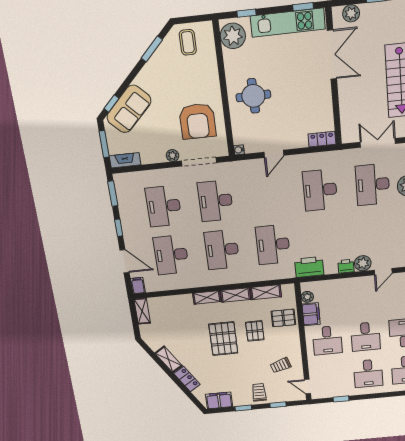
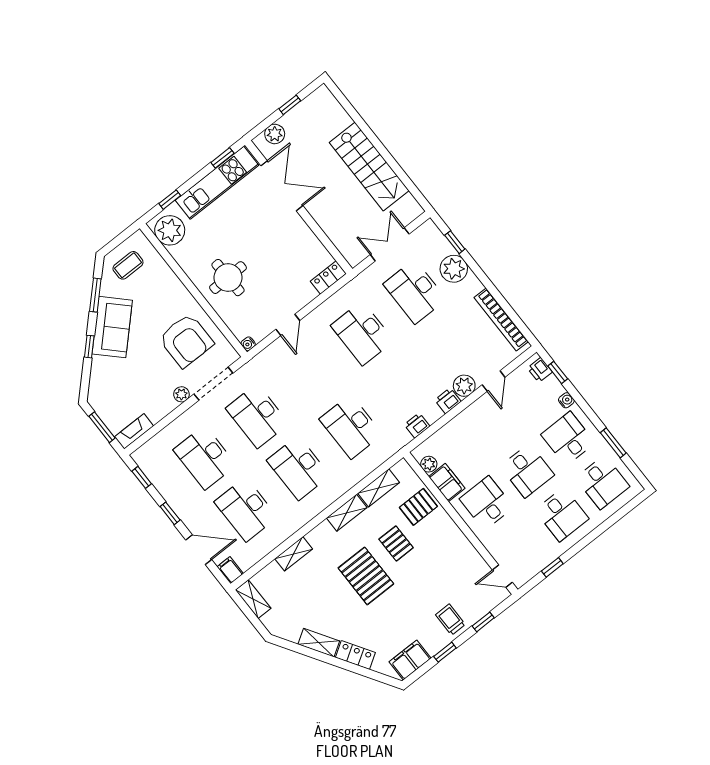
coffee table: (188, 42) -> (128, 265), turned 90
window: (111, 103) -> (89, 347), moved
sofa: (129, 109) -> (112, 327), moved
window: (113, 194) -> (142, 477), width x0.67
printer: (309, 267) -> (417, 425), width x0.53, depth x0.68
shelving: (207, 297) -> (294, 554), moved
desk: (327, 340) -> (486, 503), turned 180
trolley: (281, 365) -> (453, 568), removed

